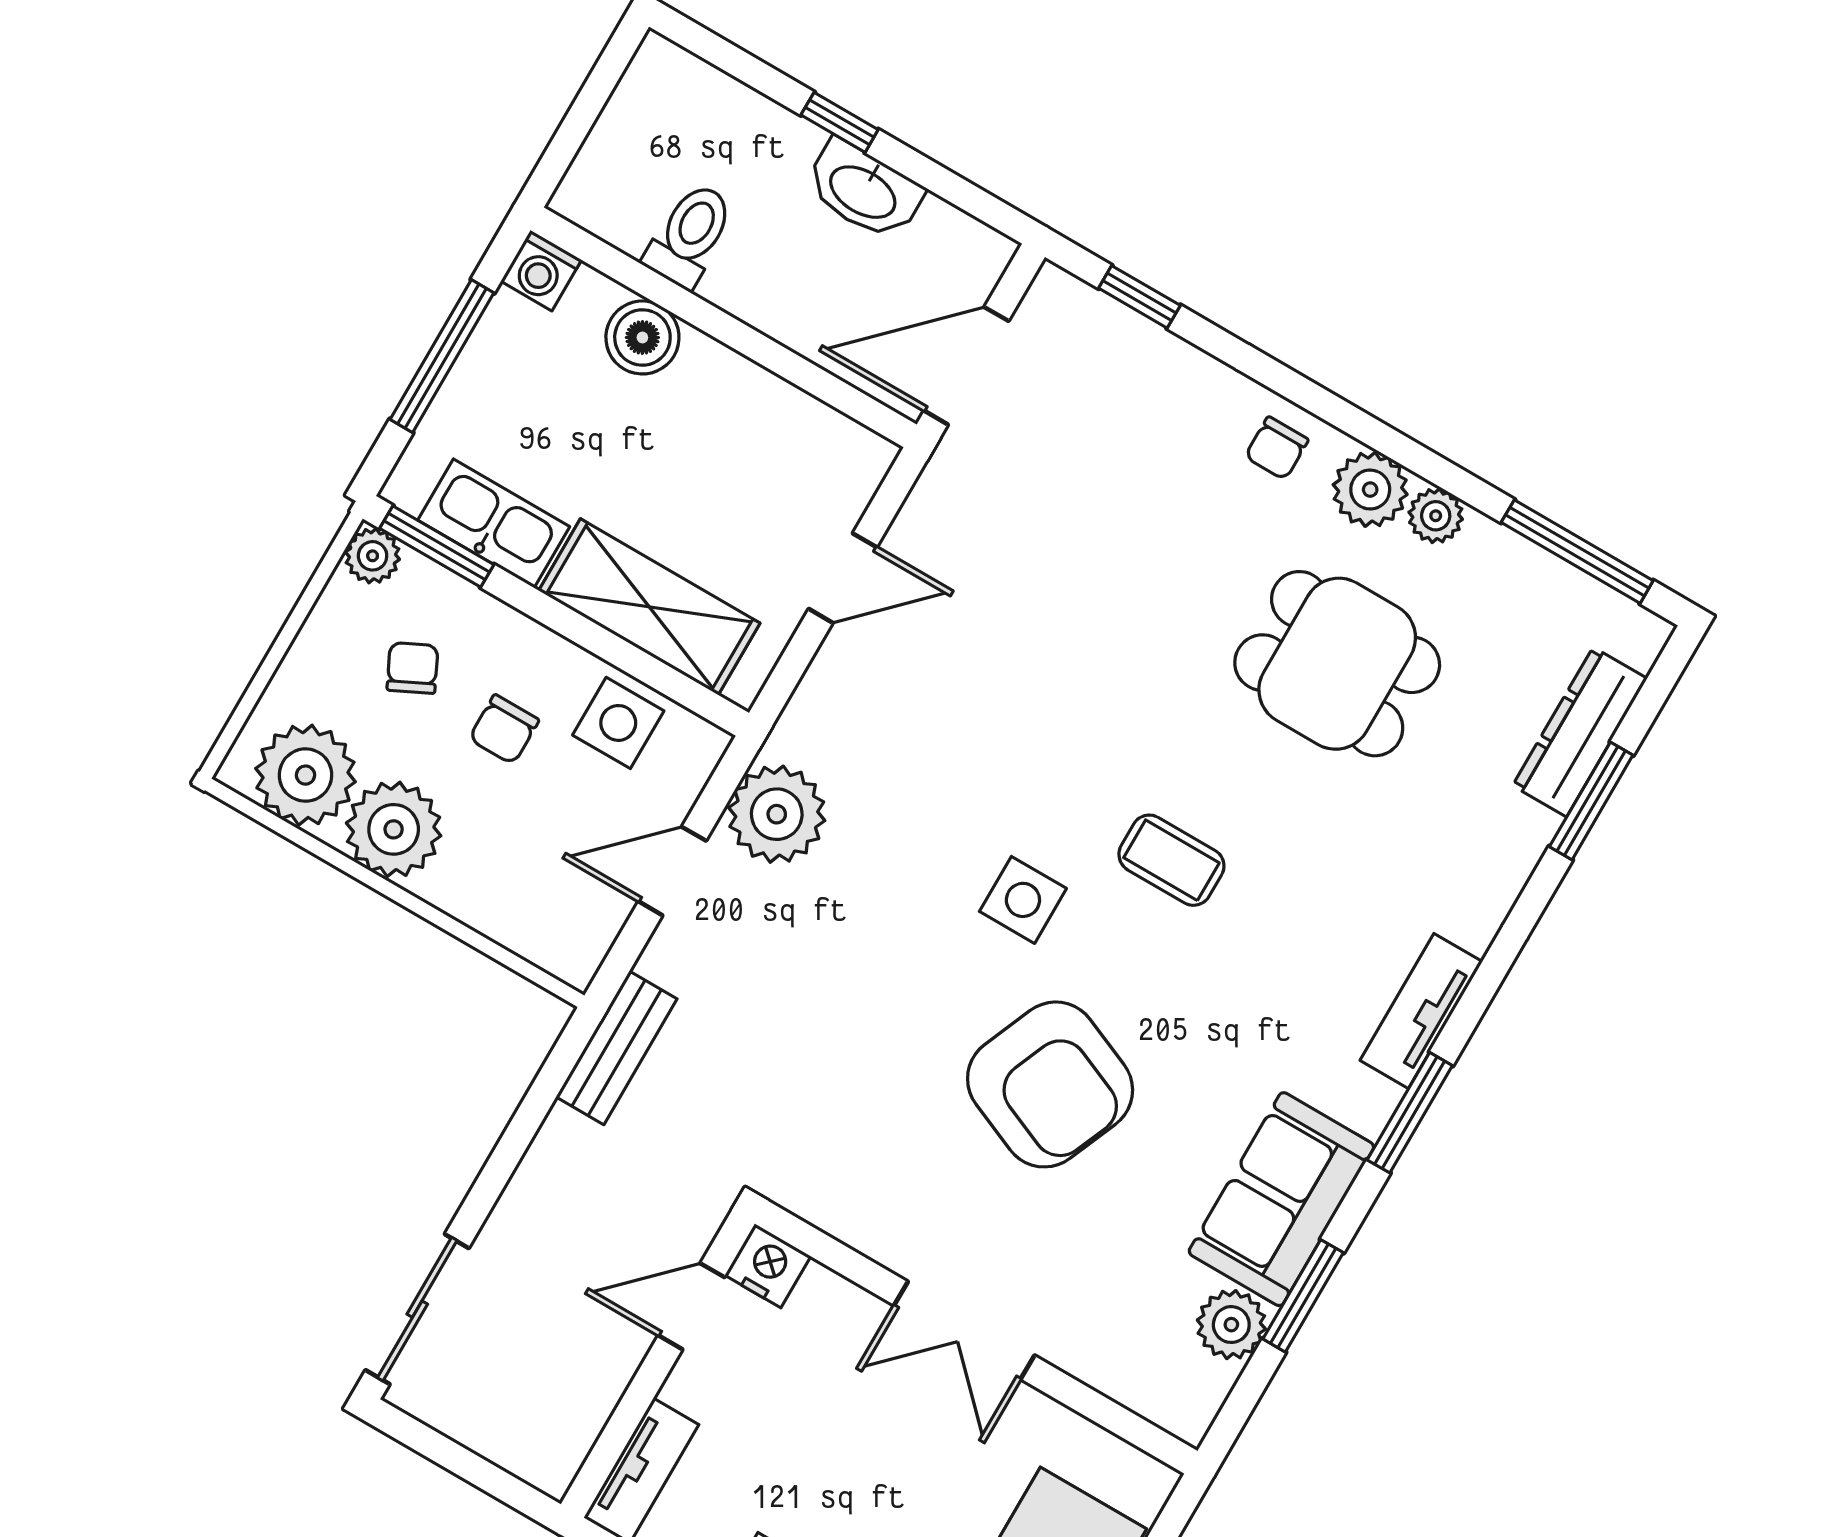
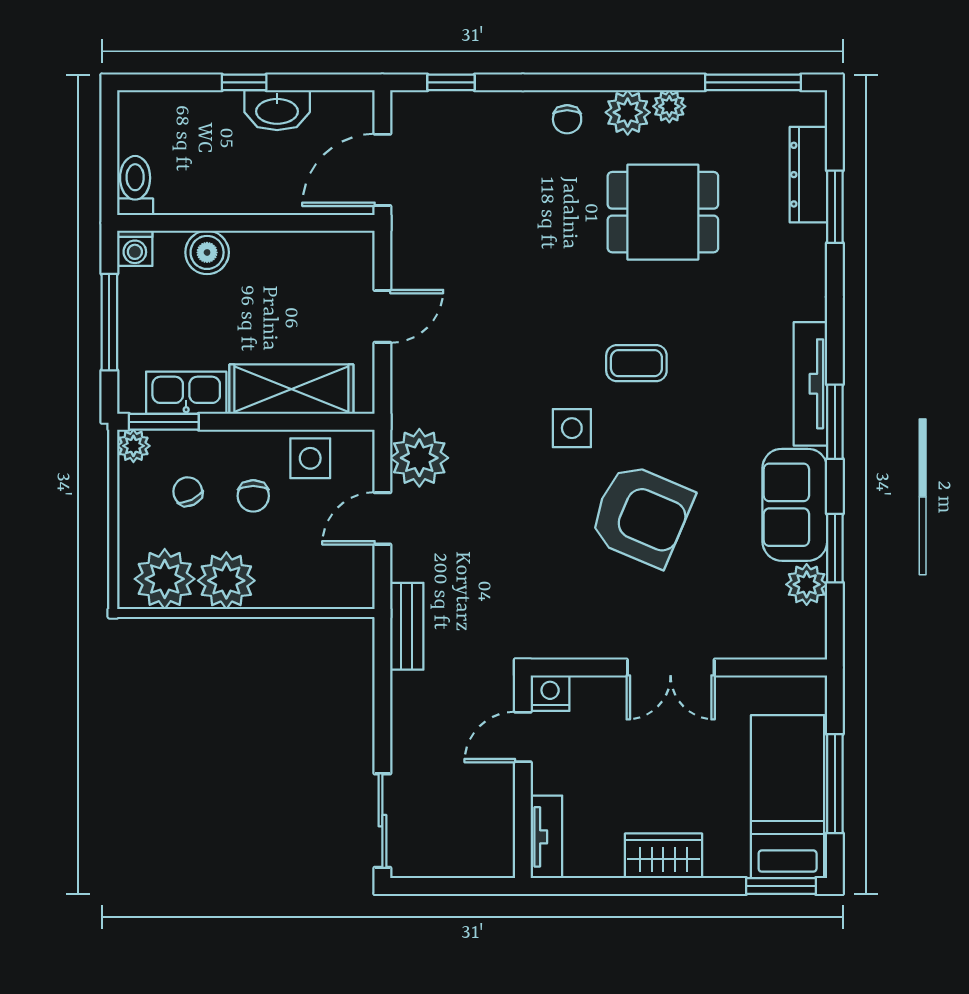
toilet: (690, 235) -> (135, 185), moved
tv unit: (1421, 1011) -> (810, 384), width x1.41

